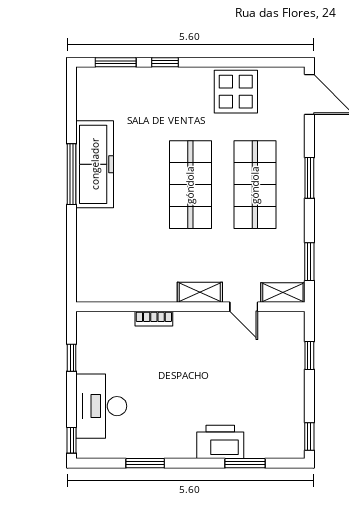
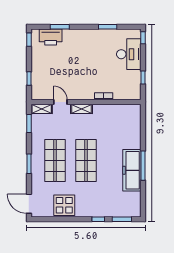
printer: (220, 442) -> (51, 37), moved

